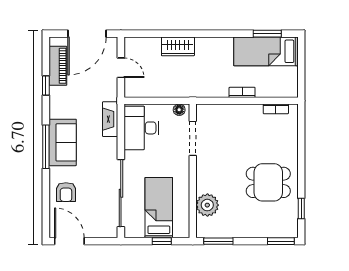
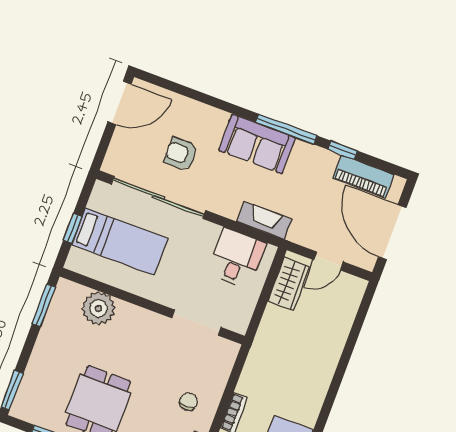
wardrobe: (178, 46) -> (289, 284), moved, turned 180
floor lamp: (179, 110) -> (242, 319), removed
chair: (246, 124) -> (188, 402), added
desk: (141, 128) -> (237, 258), width x0.73
window: (46, 147) -> (286, 129), moved
armchair: (66, 192) -> (181, 154), moved

